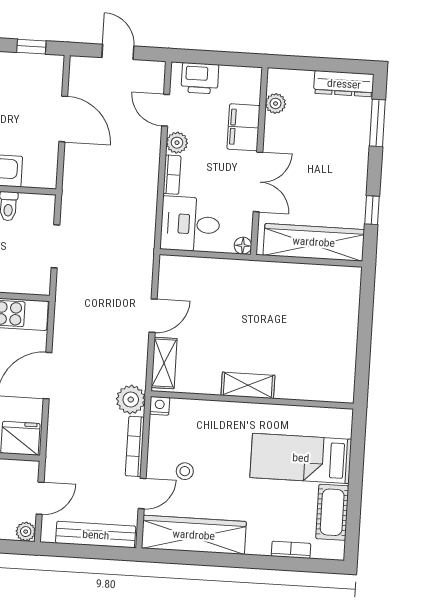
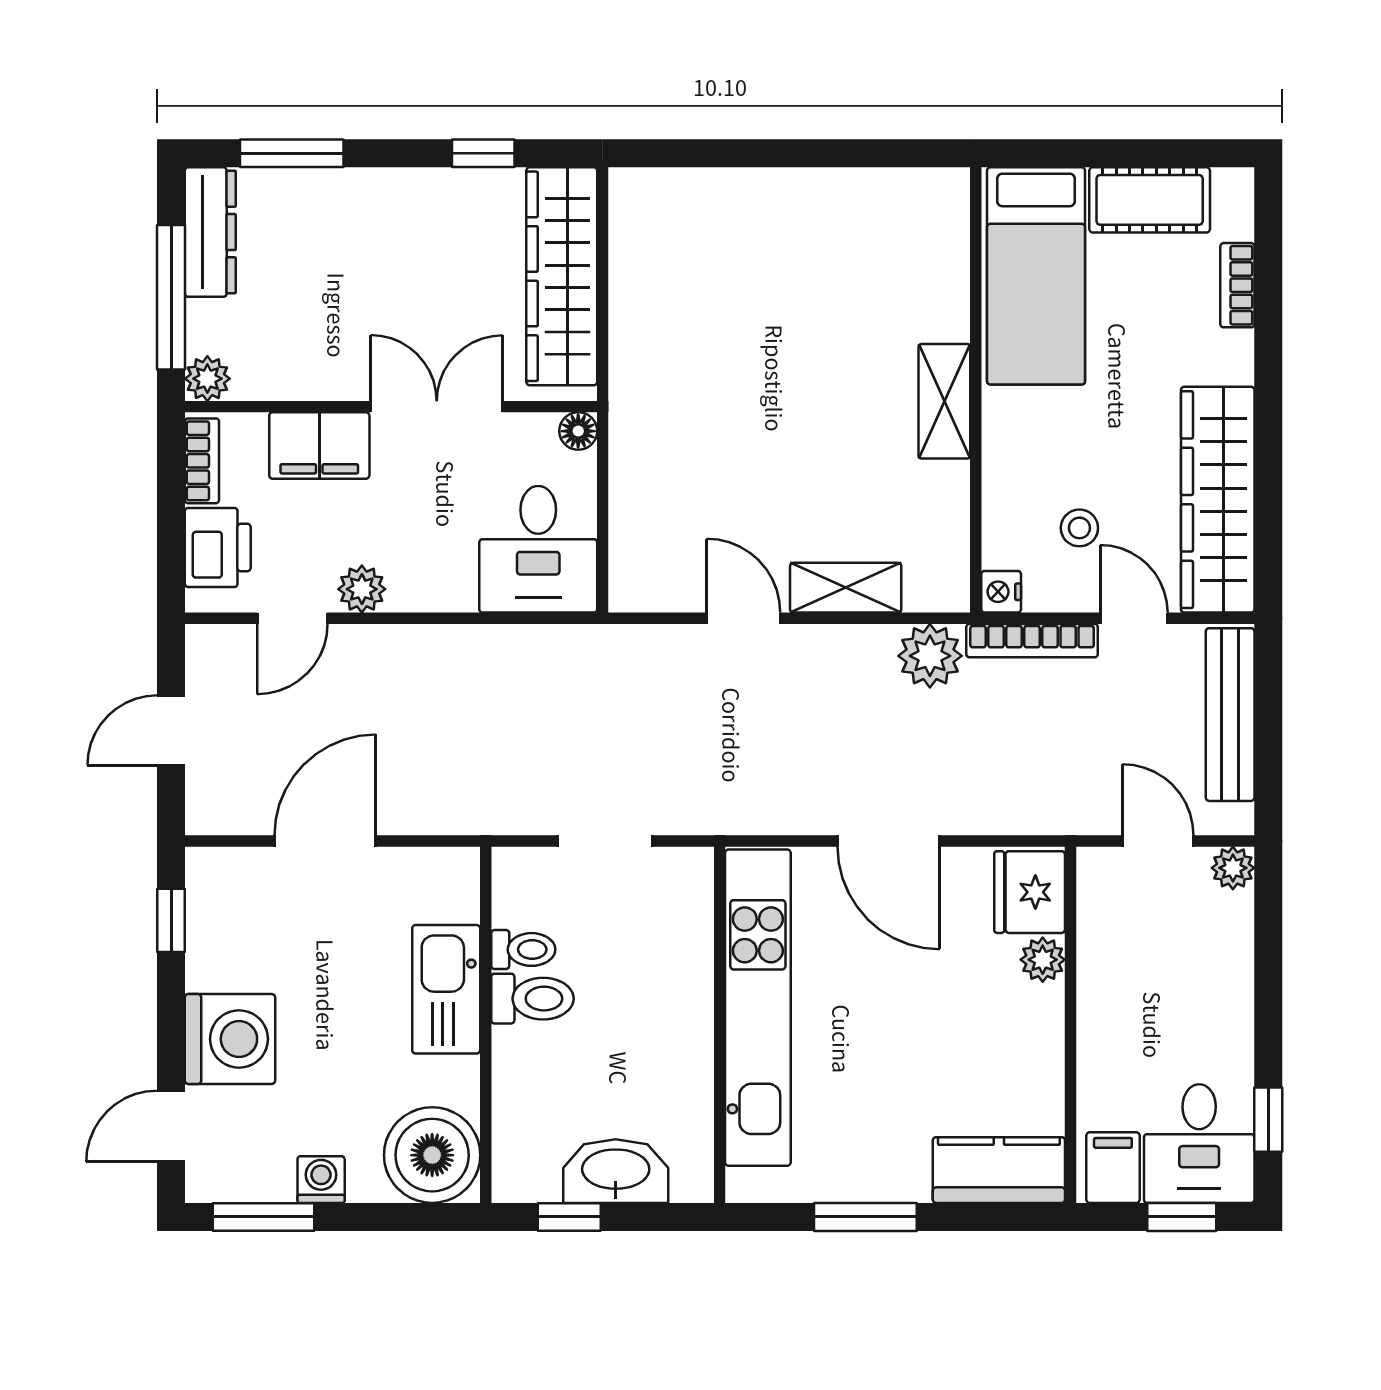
window: (315, 64) -> (171, 297), added
plant: (276, 103) -> (207, 379), moved
bookcase: (172, 175) -> (202, 461), moved, turned 90
shelving: (248, 385) -> (944, 401), moved
wall: (252, 400) -> (976, 390), moved
nightstand: (160, 406) -> (1001, 592), moved

